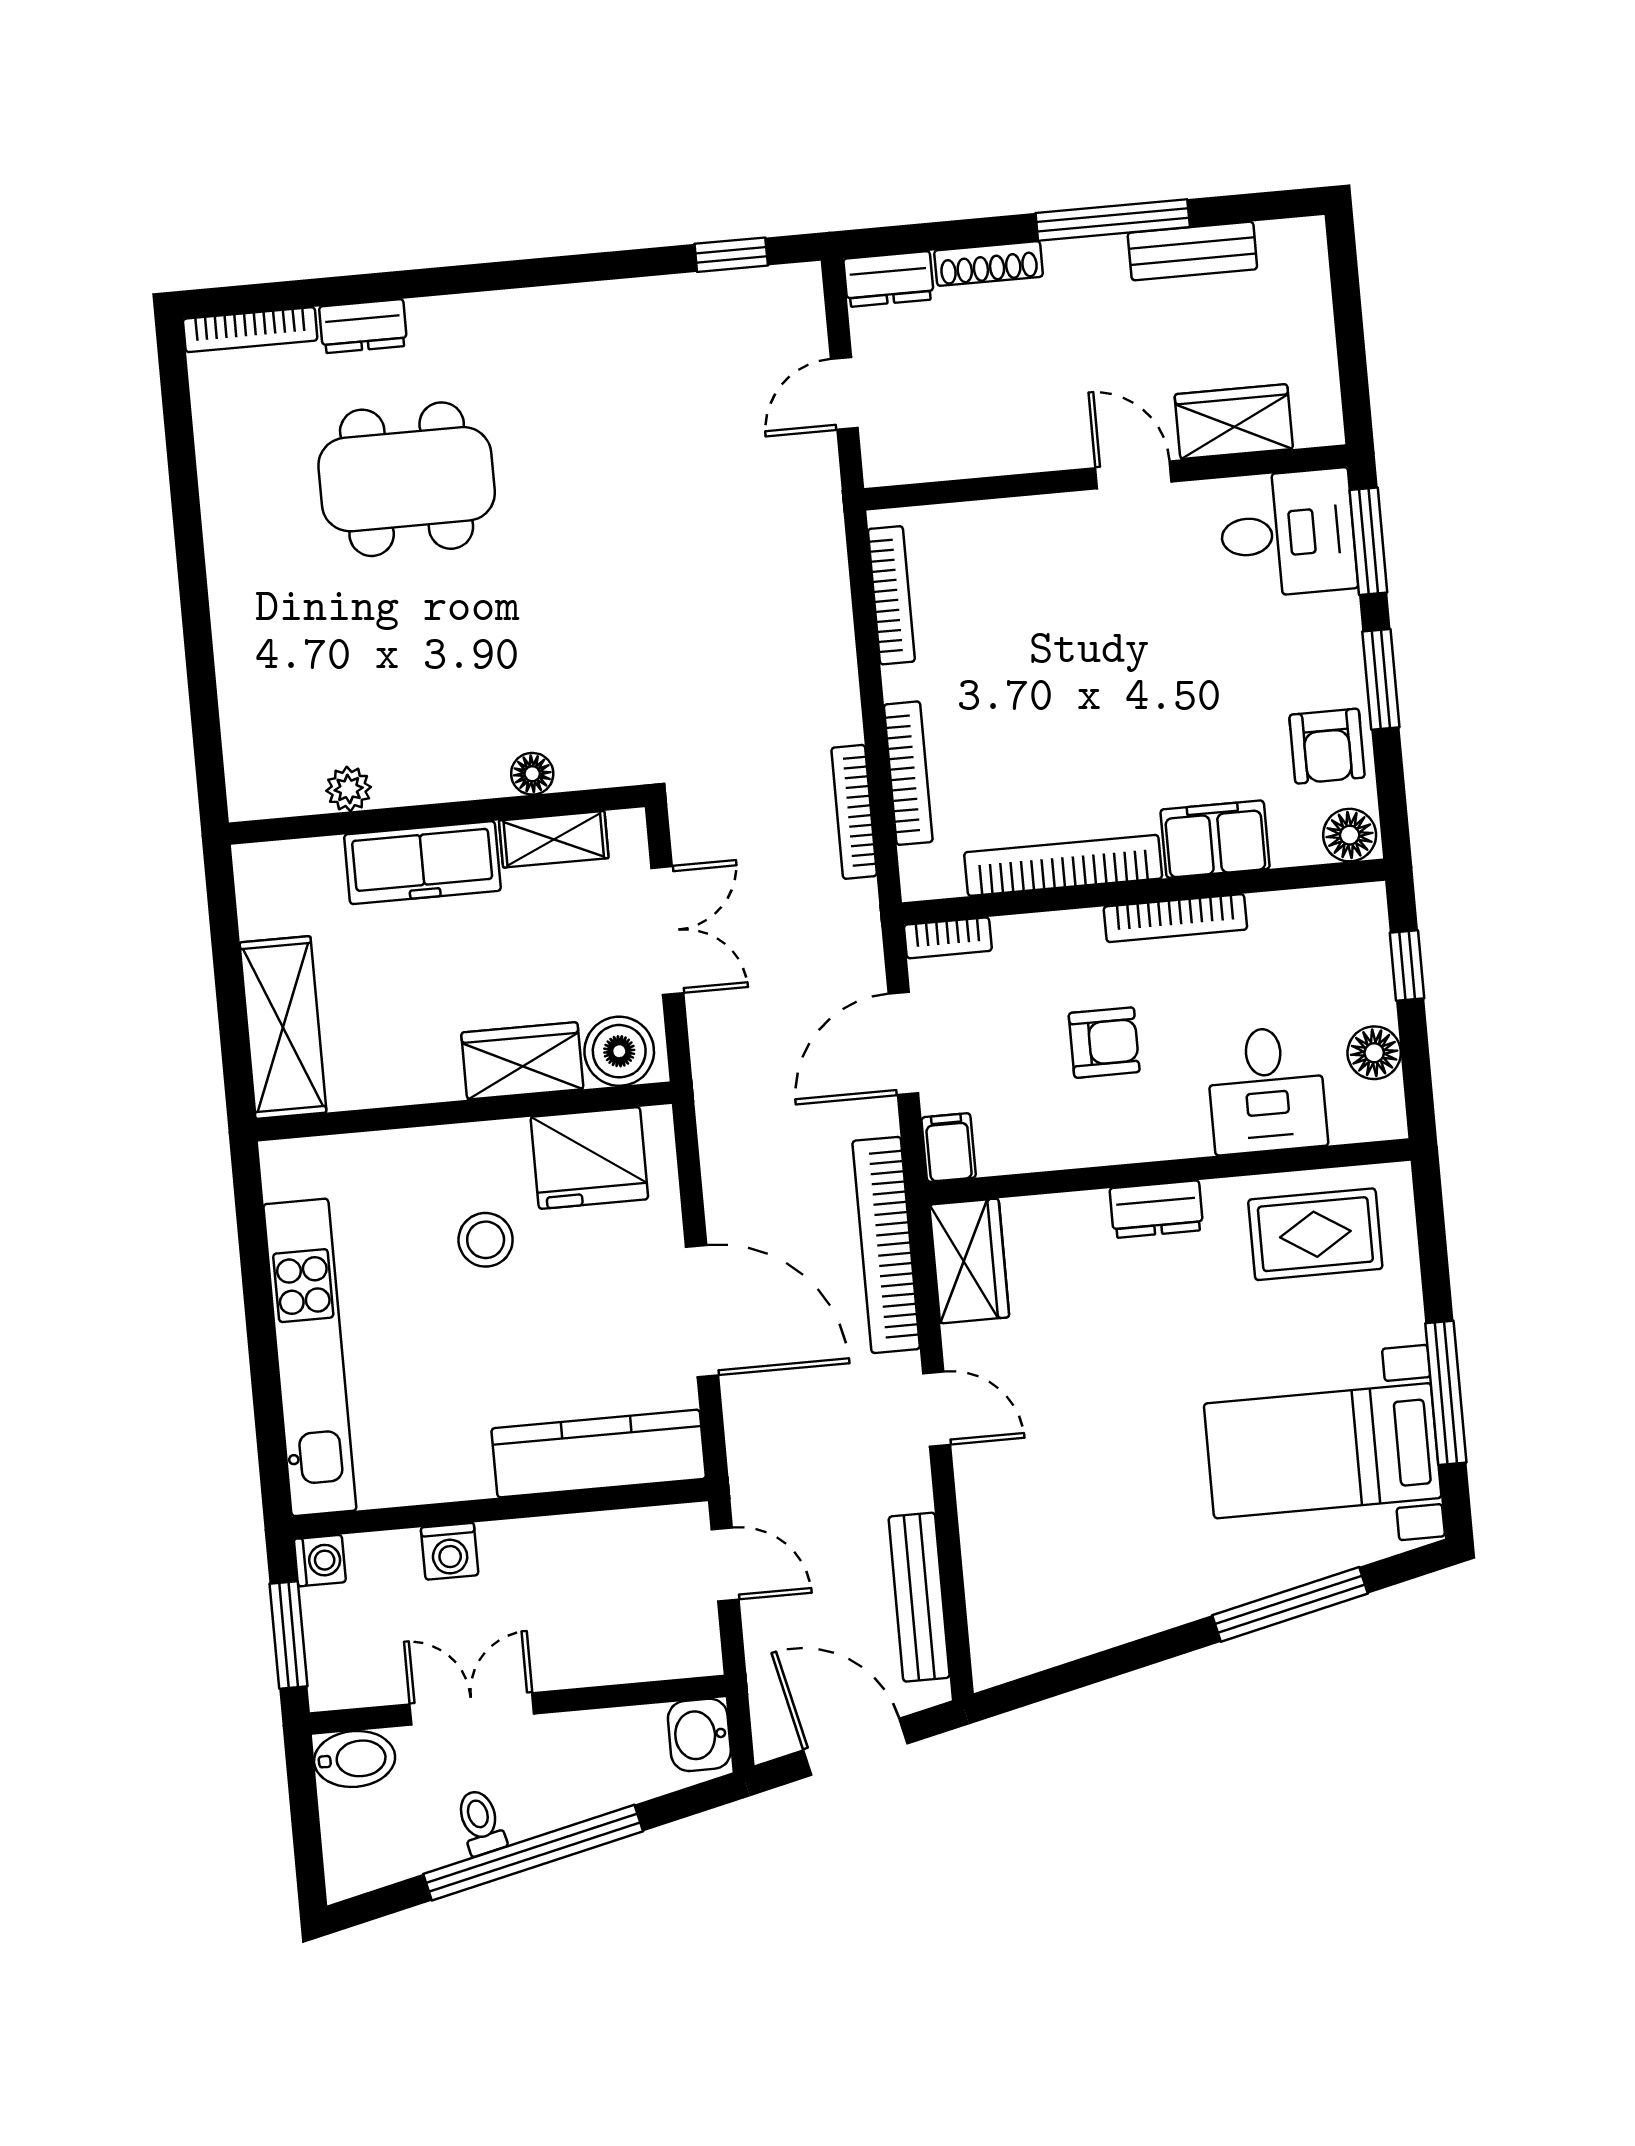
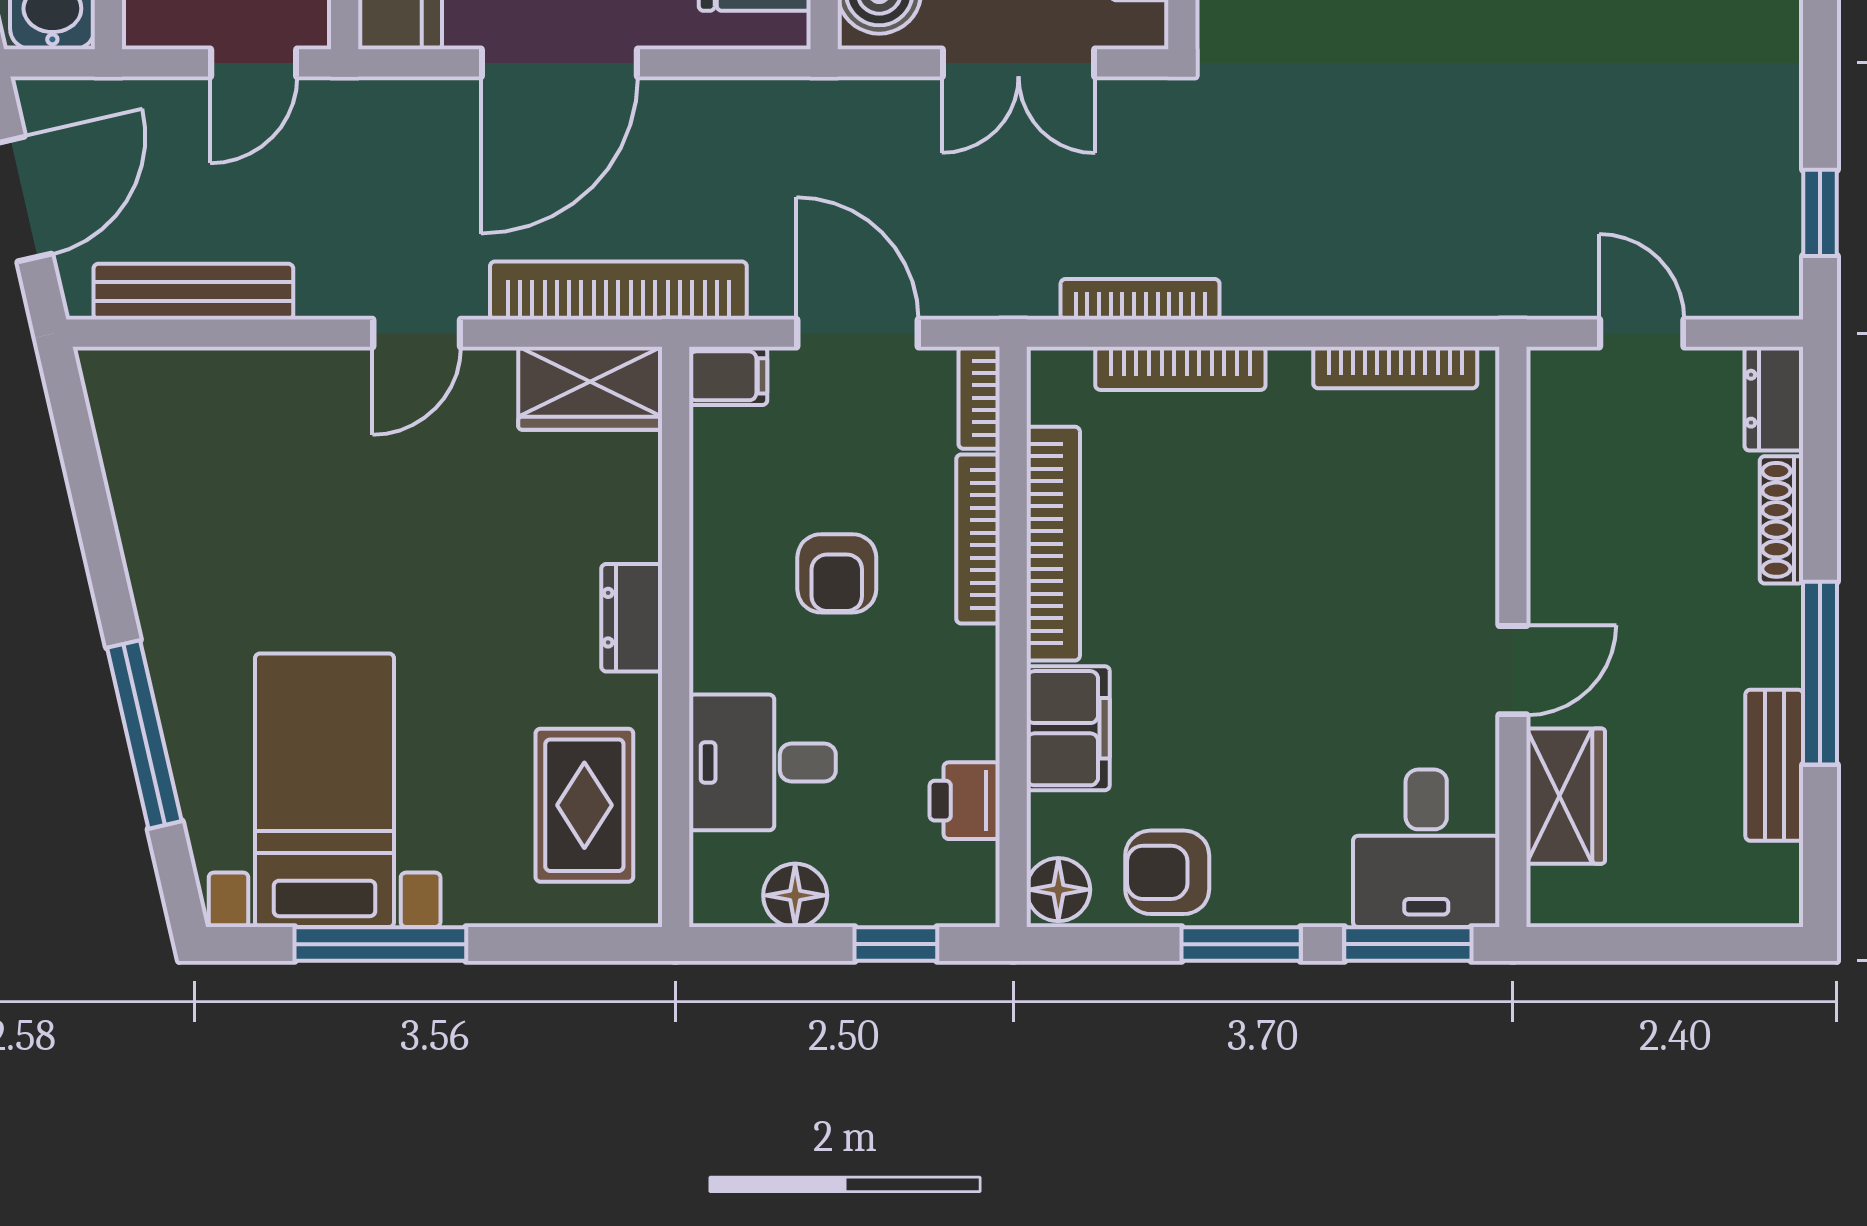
bookcase: (1175, 918) -> (978, 539), moved
printer: (1283, 919) -> (965, 801), added

